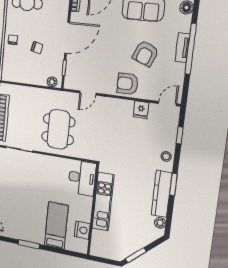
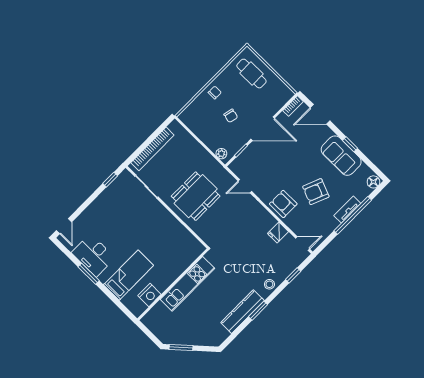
desk: (82, 178) -> (93, 255), moved, turned 90
plant: (160, 223) -> (223, 334), removed

